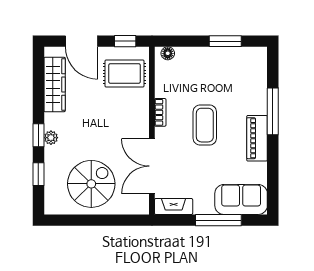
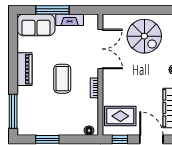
window: (273, 111) -> (13, 111), moved
spiral stairs: (91, 184) -> (144, 36), turned -90
fireplace: (174, 206) -> (70, 20), moved

